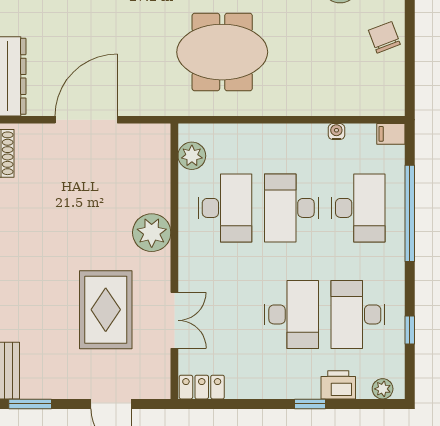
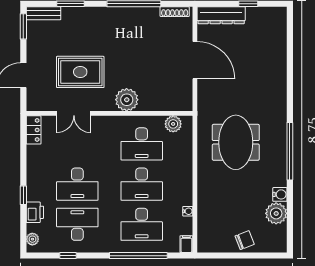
desk: (291, 208) -> (142, 184), turned 180

